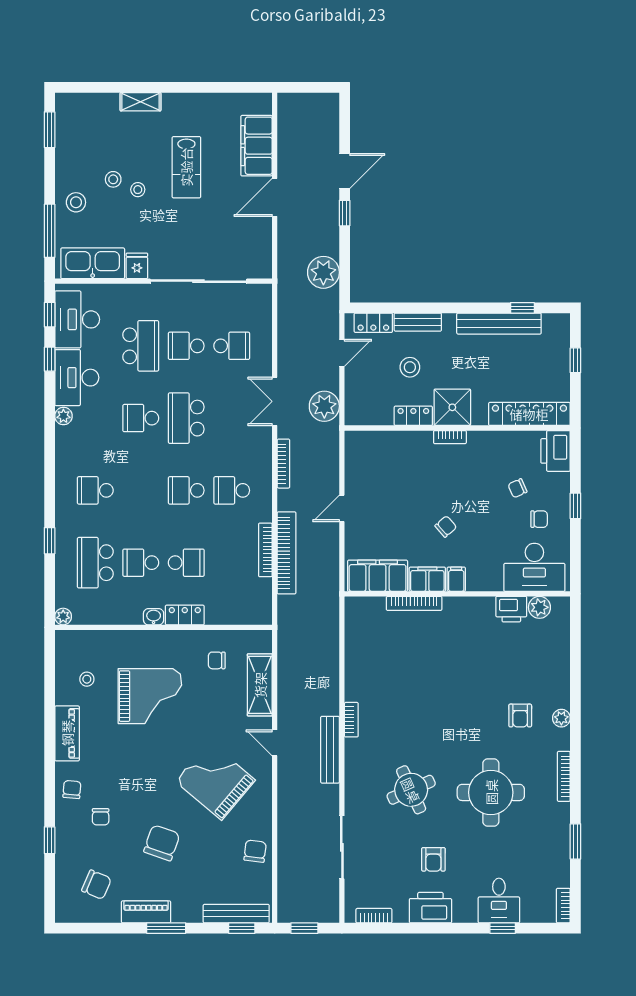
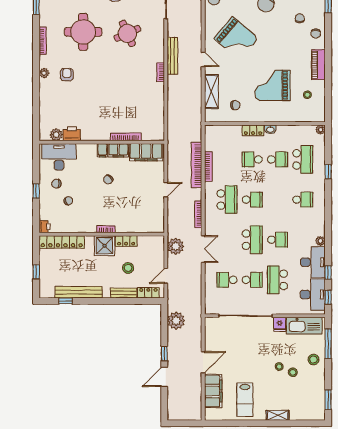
lab bench: (186, 167) -> (245, 400), moved, turned 180
printer: (556, 451) -> (45, 227), width x0.53, depth x0.68
school desk: (232, 490) -> (227, 200), width x1.85

